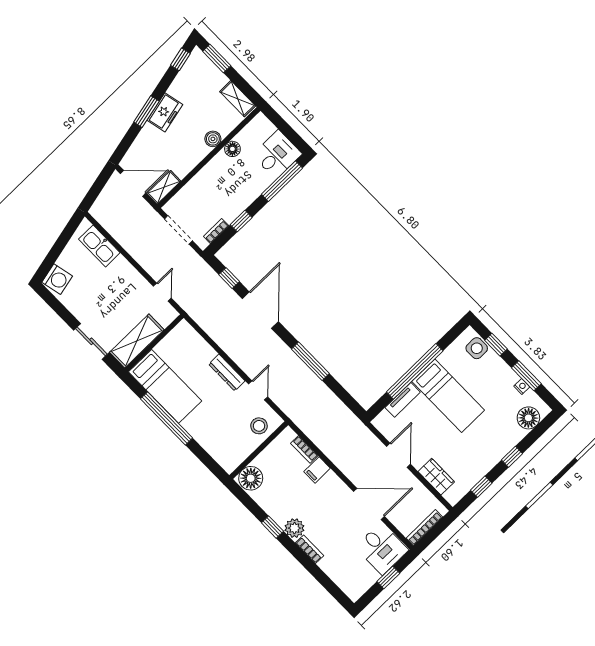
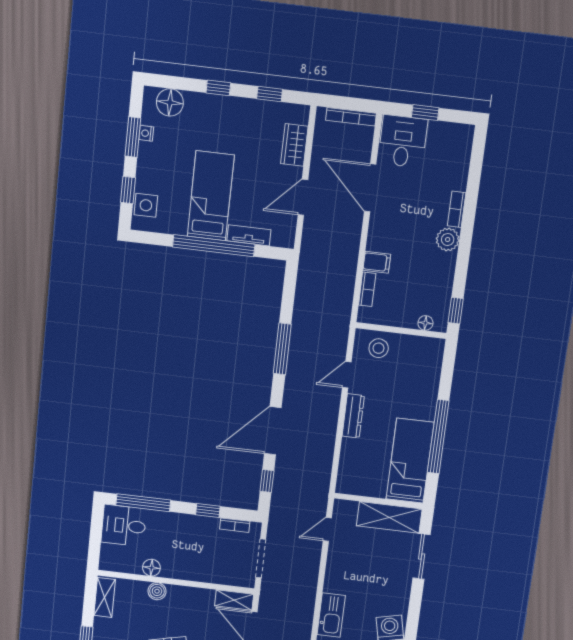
floor lamp: (251, 478) -> (425, 323), width x0.53, depth x0.53
window: (272, 527) -> (456, 311), moved

